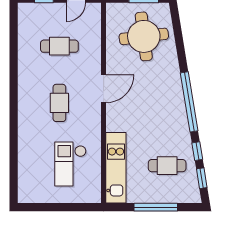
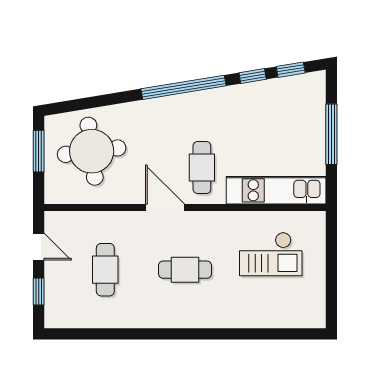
cafe table: (167, 166) -> (202, 168), moved

